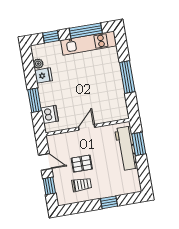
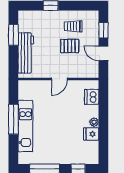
kitchen unit: (89, 43) -> (25, 126), moved, turned 90
plant: (38, 64) -> (94, 122), moved
window: (35, 100) -> (103, 112), removed
window: (139, 144) -> (13, 35), moved

